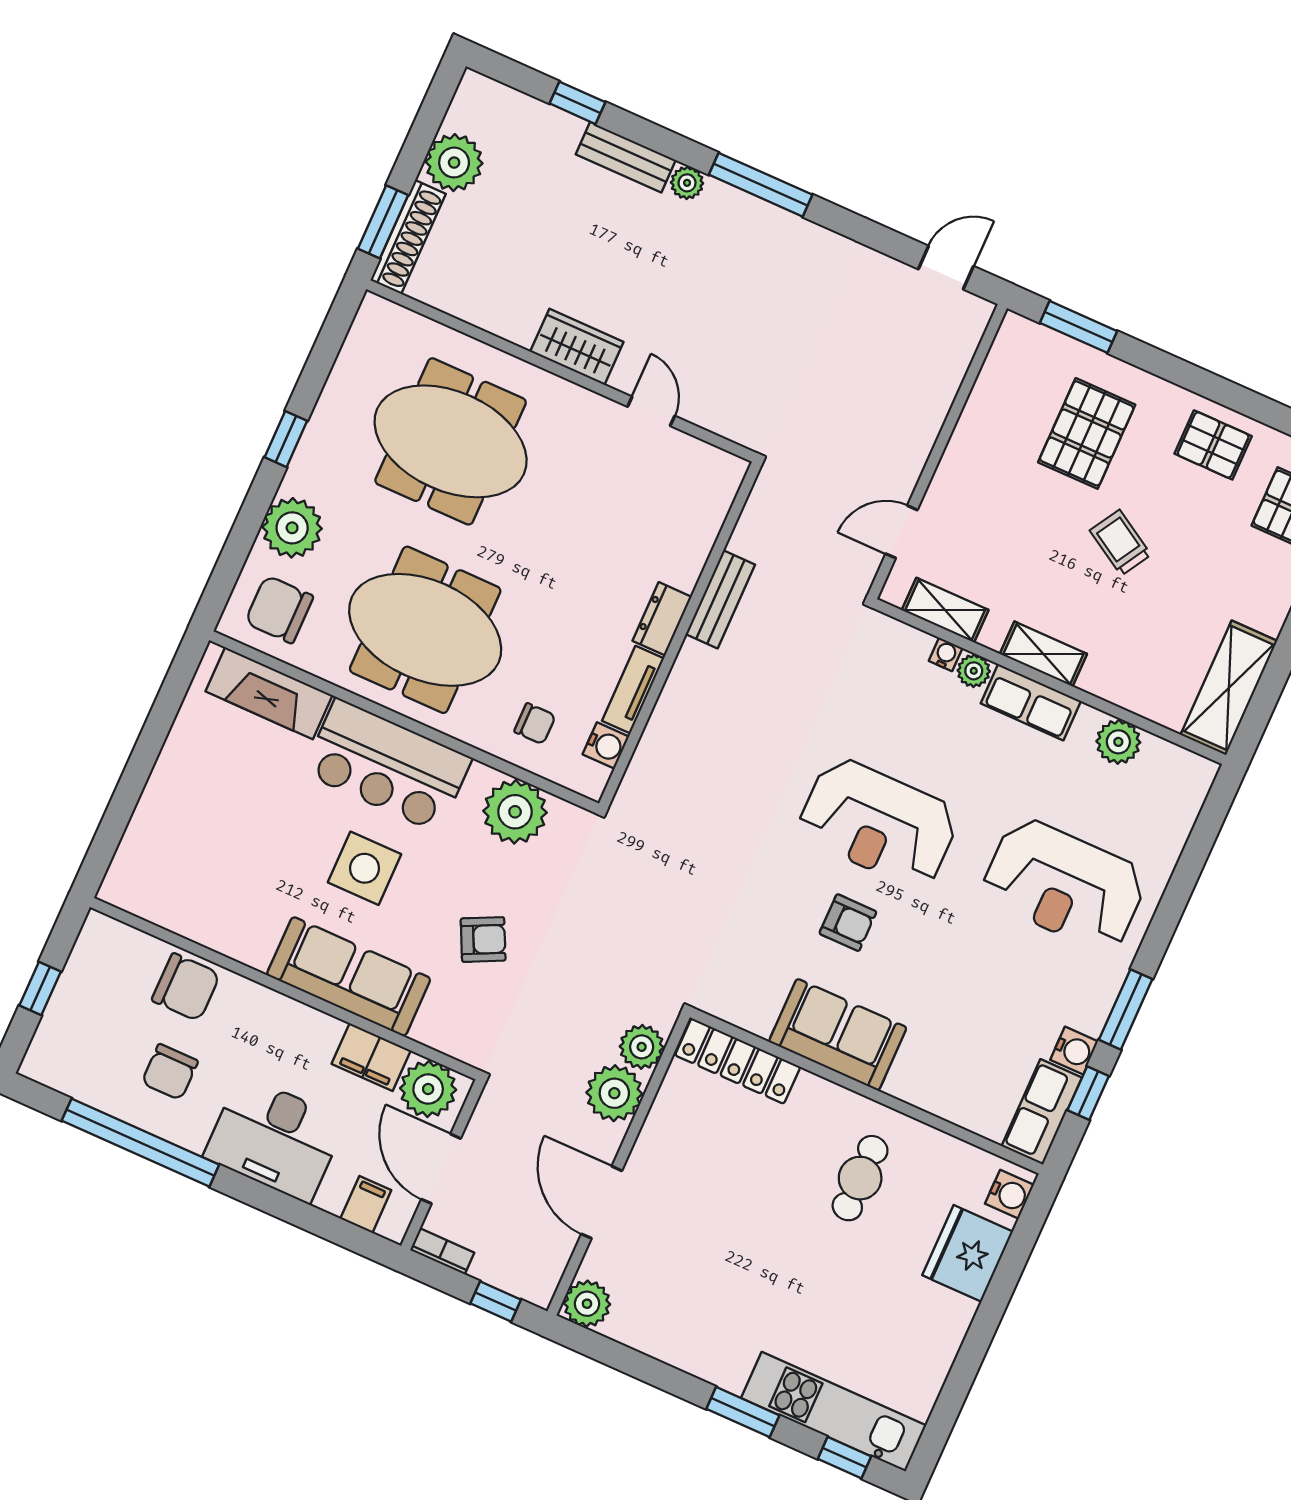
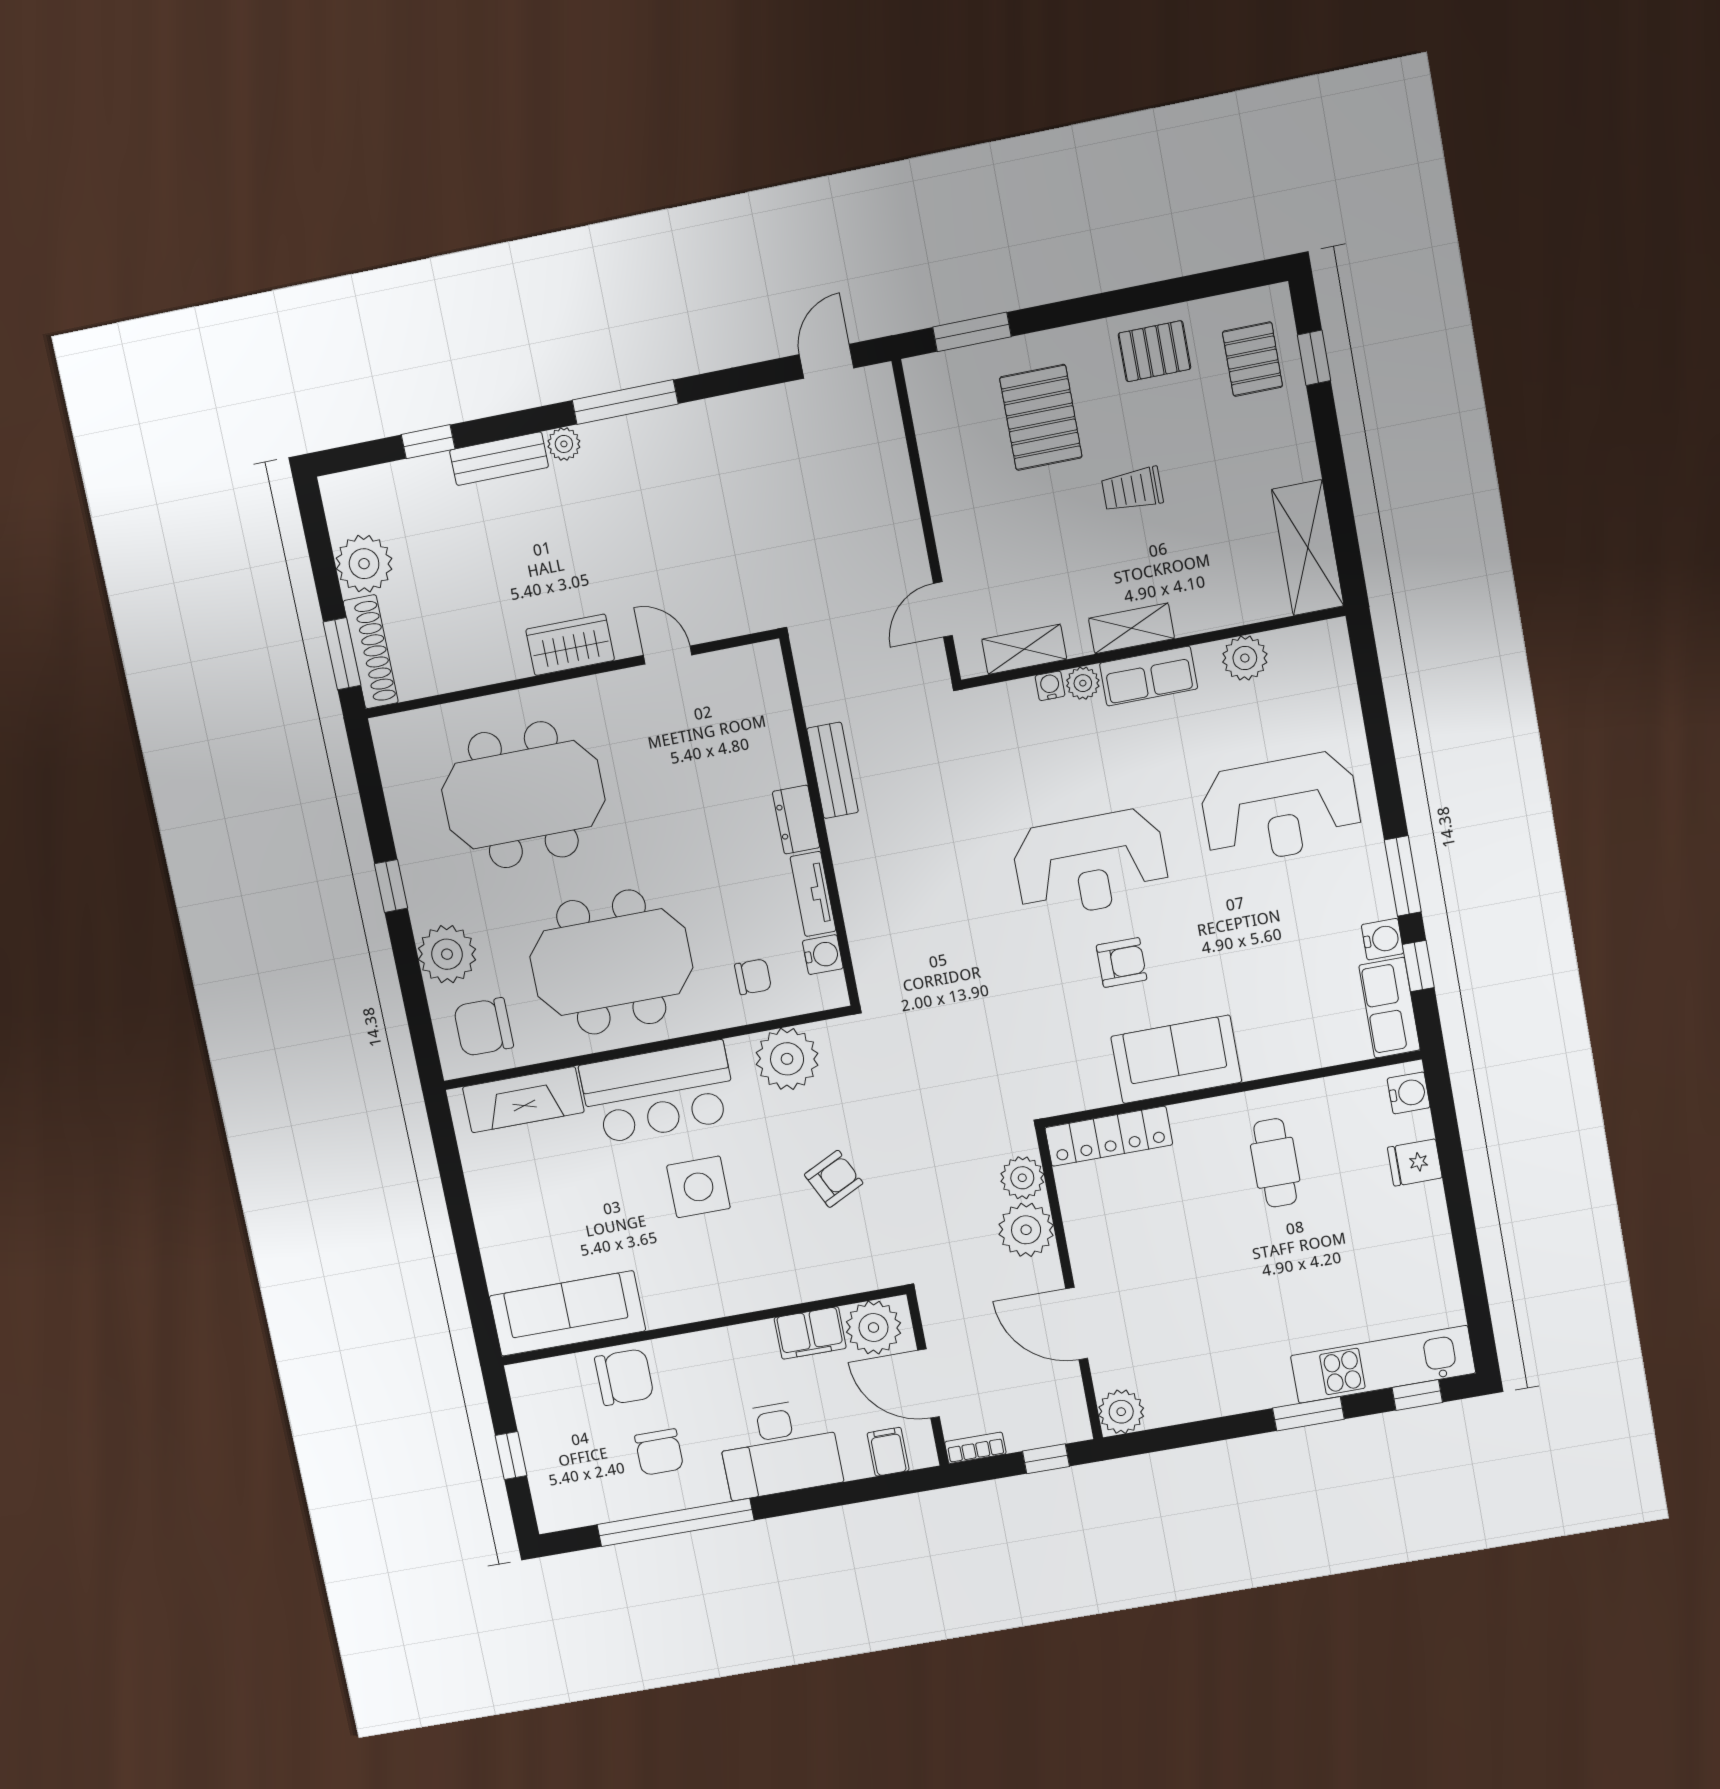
trolley: (1120, 543) -> (1132, 490), turned -31
sofa: (349, 977) -> (567, 1313), moved
fridge: (968, 1253) -> (1415, 1163), width x0.53, depth x0.75

